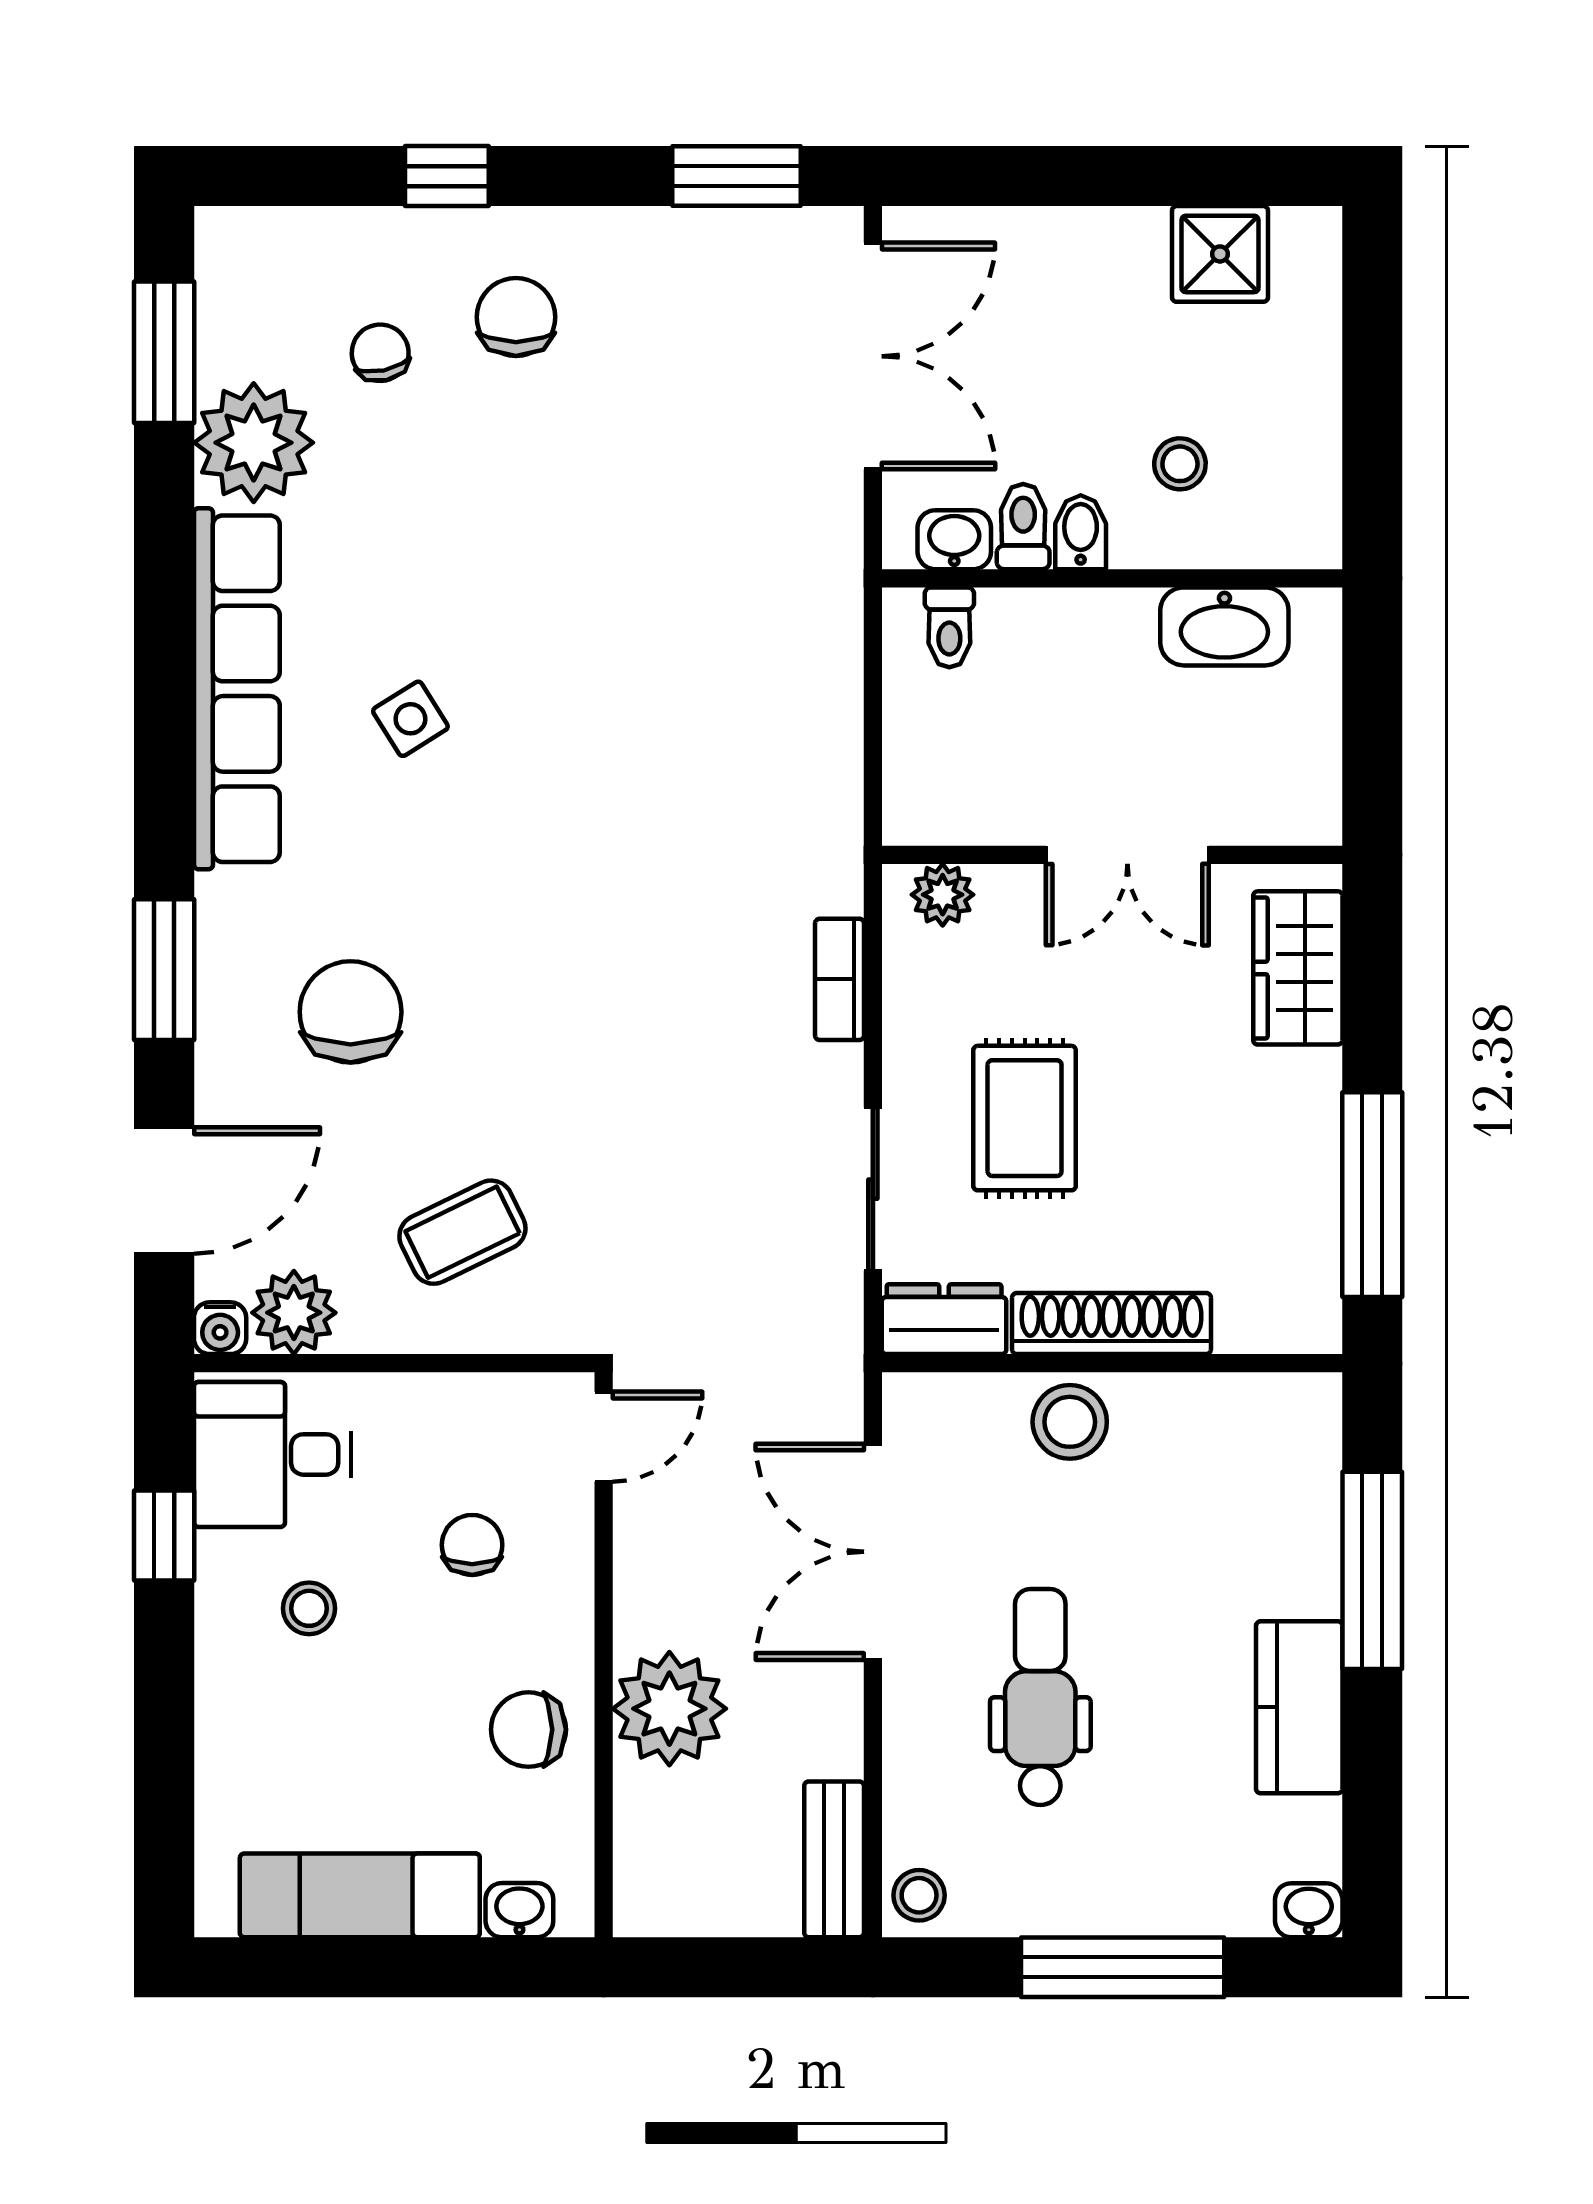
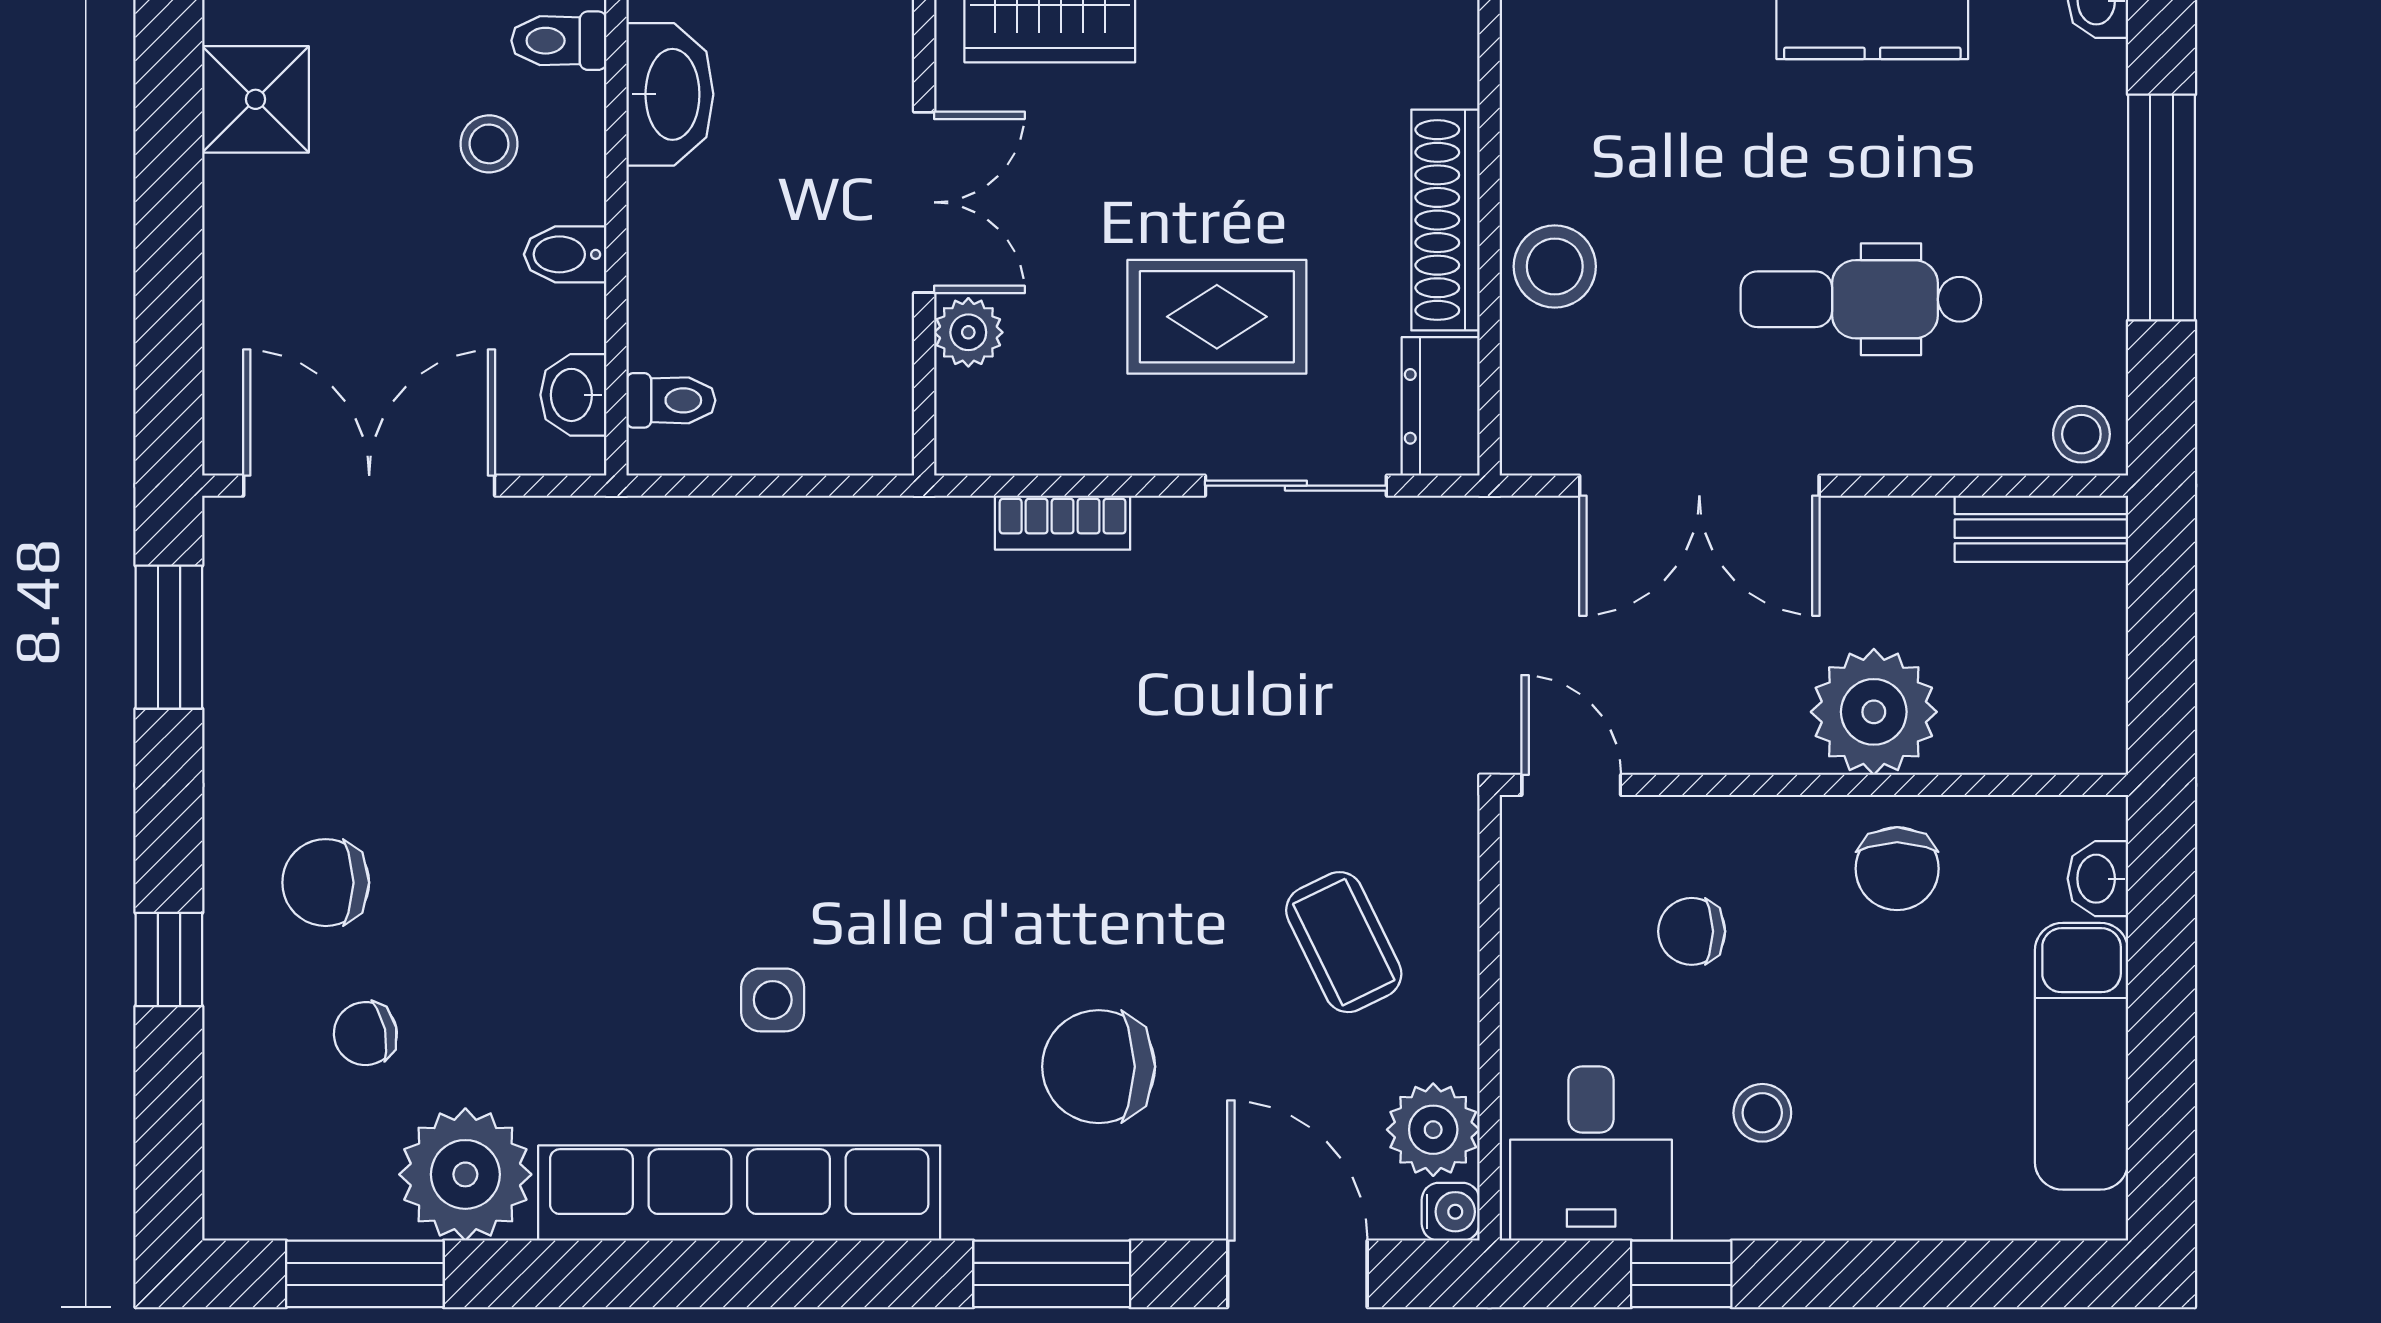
toilet: (1023, 527) -> (559, 41), moved
side table: (410, 719) -> (773, 1000), turned 32
plant: (943, 895) -> (968, 332), moved

